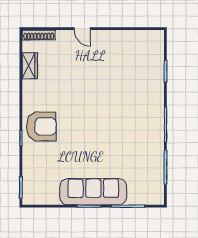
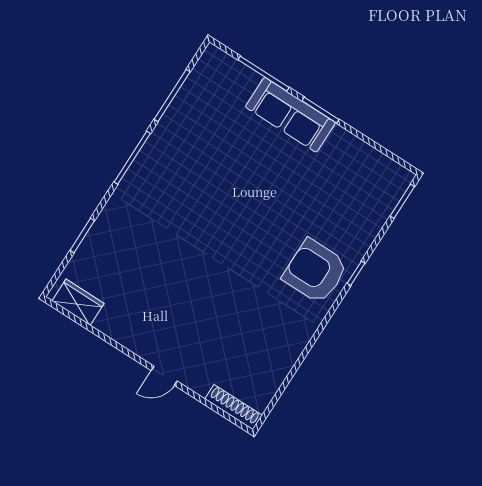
door: (82, 29) -> (164, 376), swing flipped
wardrobe: (30, 66) -> (78, 302), moved, turned 90
sofa: (93, 192) -> (290, 115), width x0.74, depth x0.79

